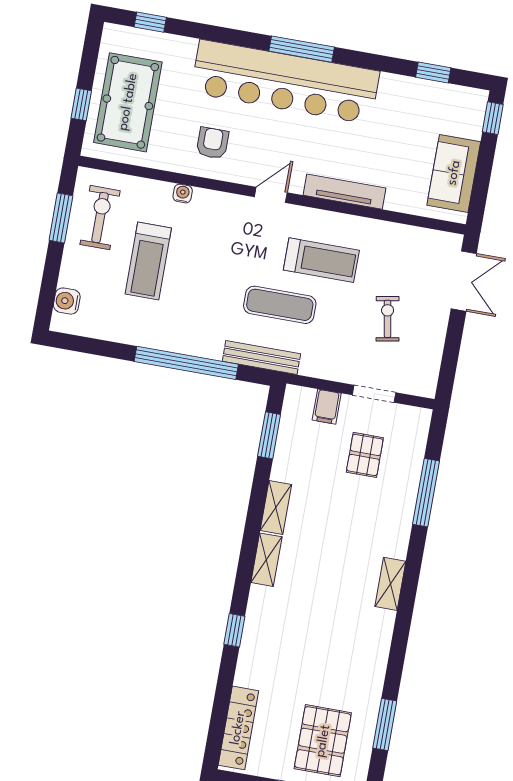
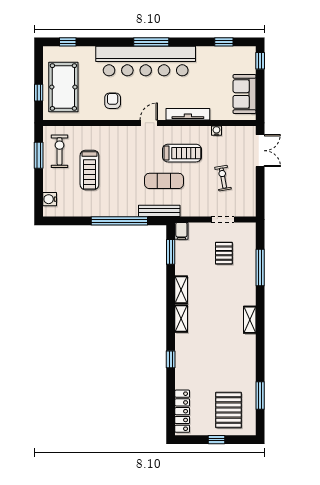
water cooler: (183, 194) -> (216, 131), moved
filing cabinet: (327, 407) -> (181, 231), moved

